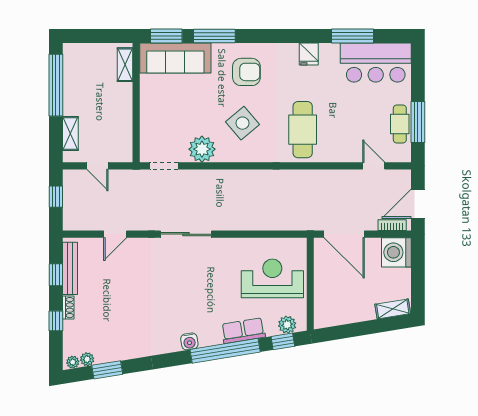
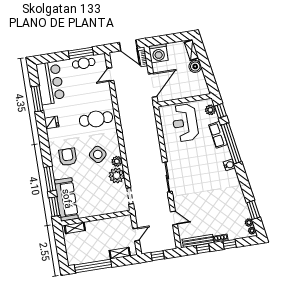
plant: (226, 153) -> (117, 161), added
boiler: (364, 311) -> (195, 66), added

